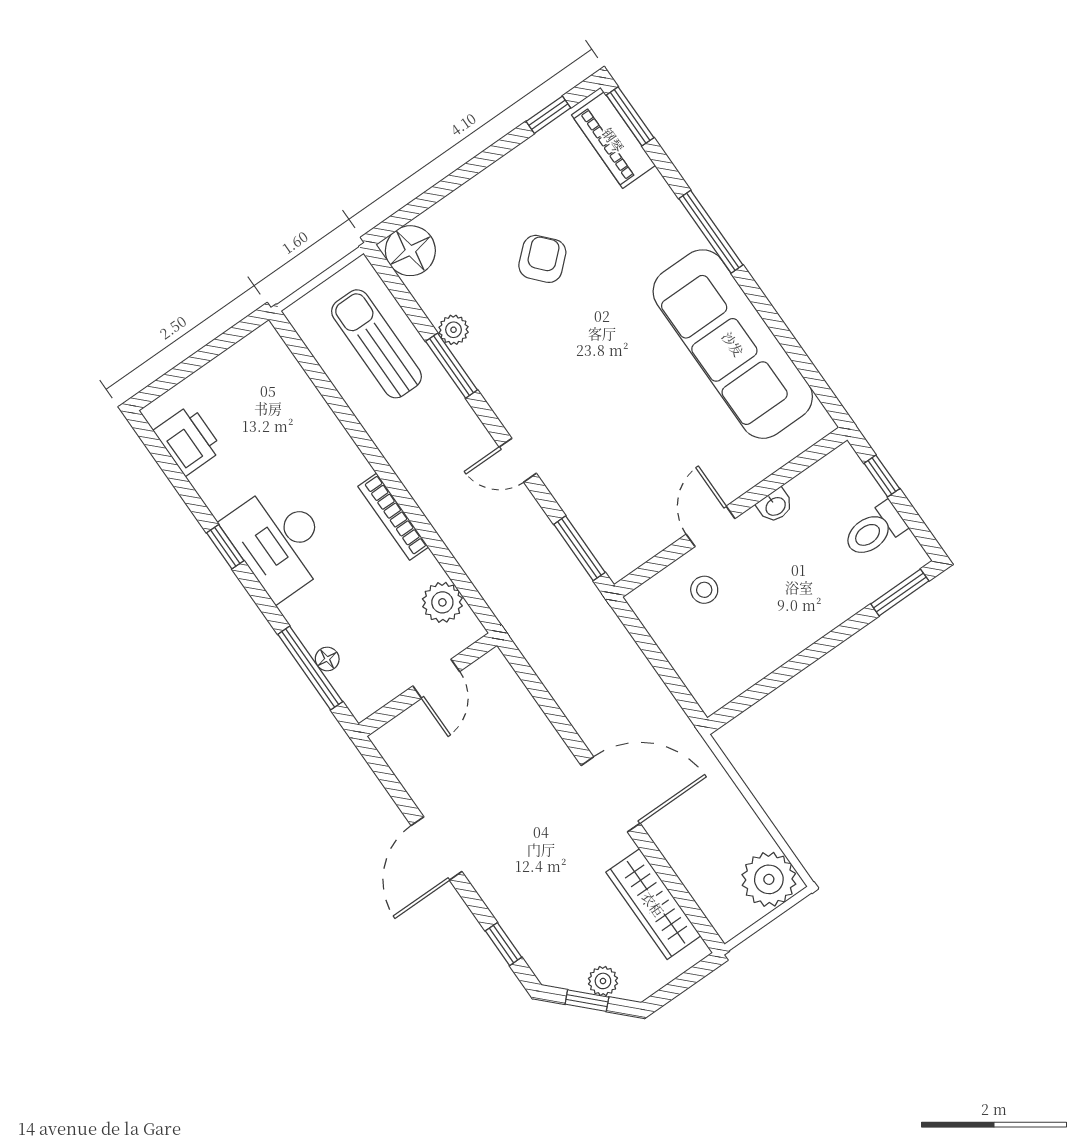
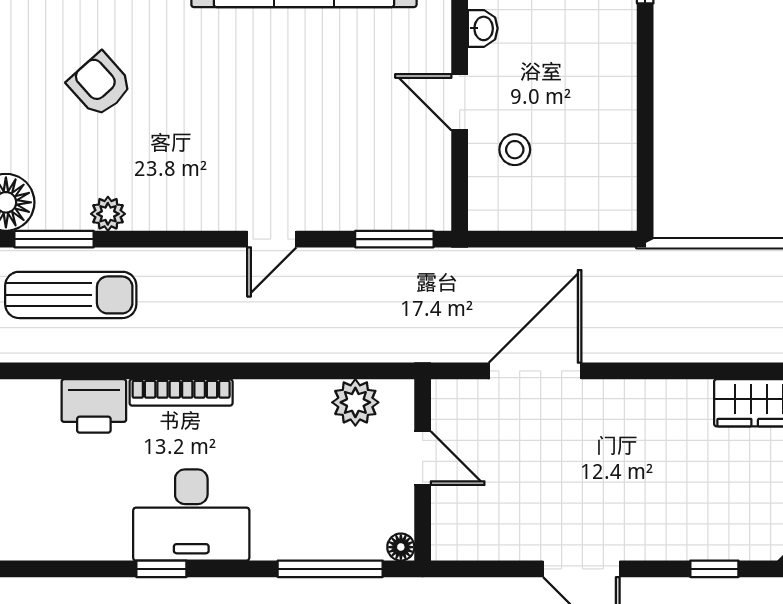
sun lounger: (376, 344) -> (71, 295), turned 180
window: (452, 366) -> (54, 239), moved
printer: (188, 440) -> (94, 406), moved, turned 180
bookcase: (393, 517) -> (181, 392), moved
floor lamp: (327, 659) -> (401, 547), moved
door: (611, 794) -> (535, 371), moved

